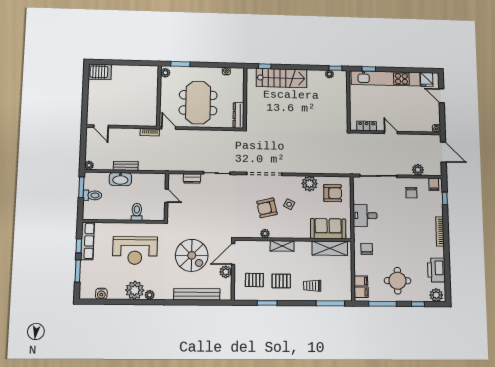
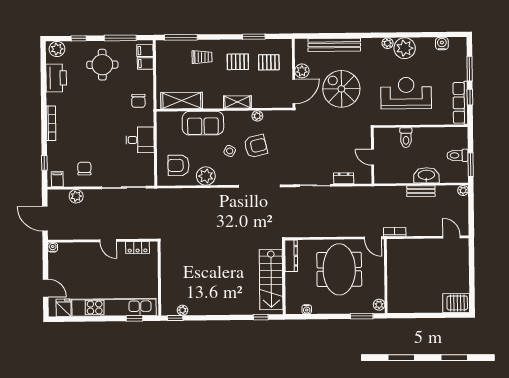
stairs: (282, 78) -> (271, 280), moved, turned -90
sofa: (328, 229) -> (203, 123), moved

